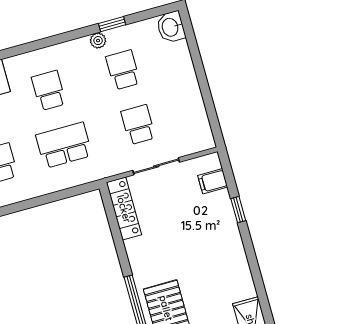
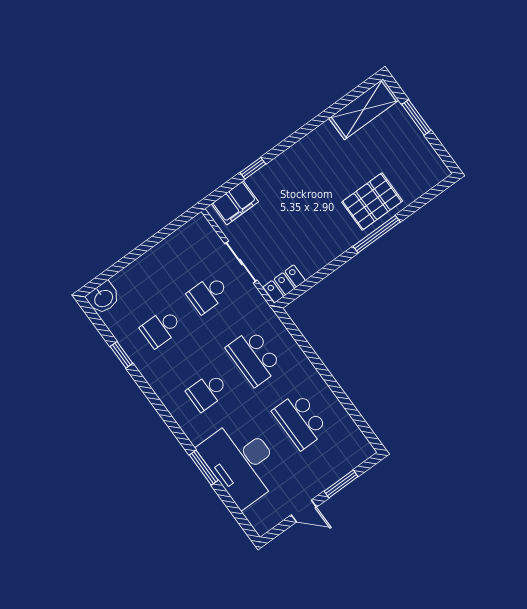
plant: (98, 41) -> (142, 362), removed
filing cabinet: (213, 181) -> (235, 203), width x2.00
locker: (124, 209) -> (284, 284), width x0.66

